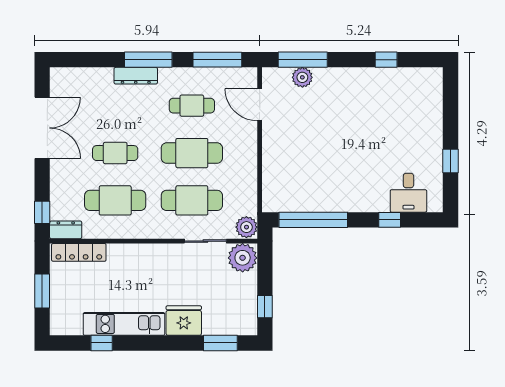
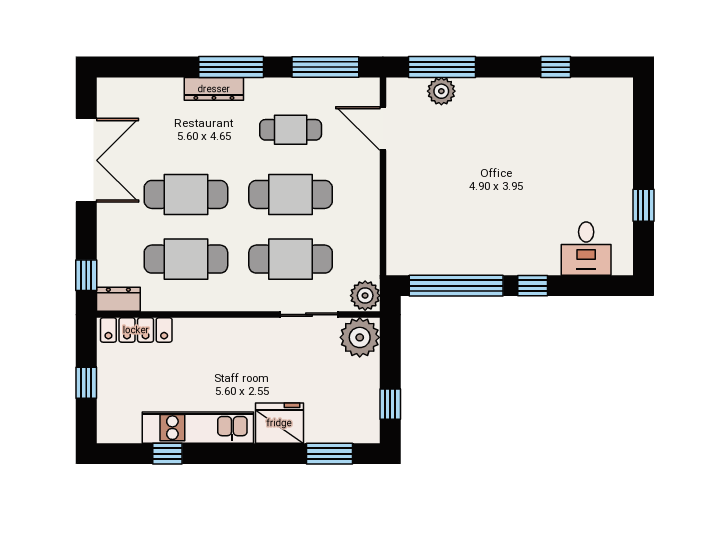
cafe table: (115, 153) -> (186, 194), width x1.37, depth x1.35
window: (390, 220) -> (533, 286), moved
window: (42, 291) -> (86, 383), width x0.67

